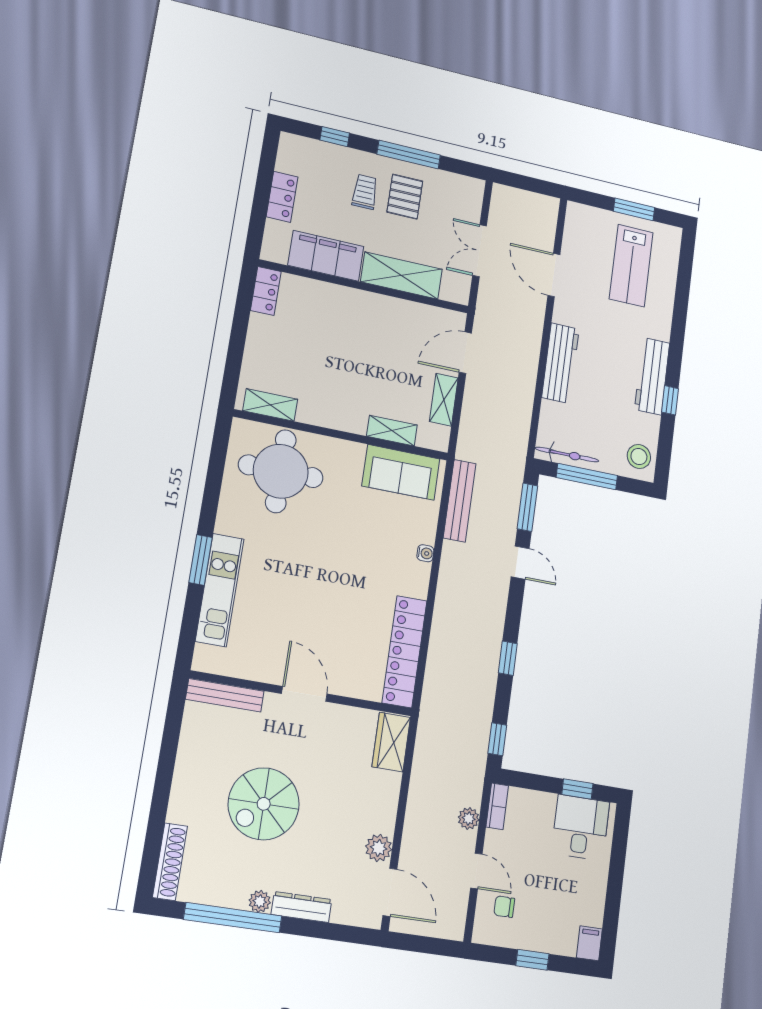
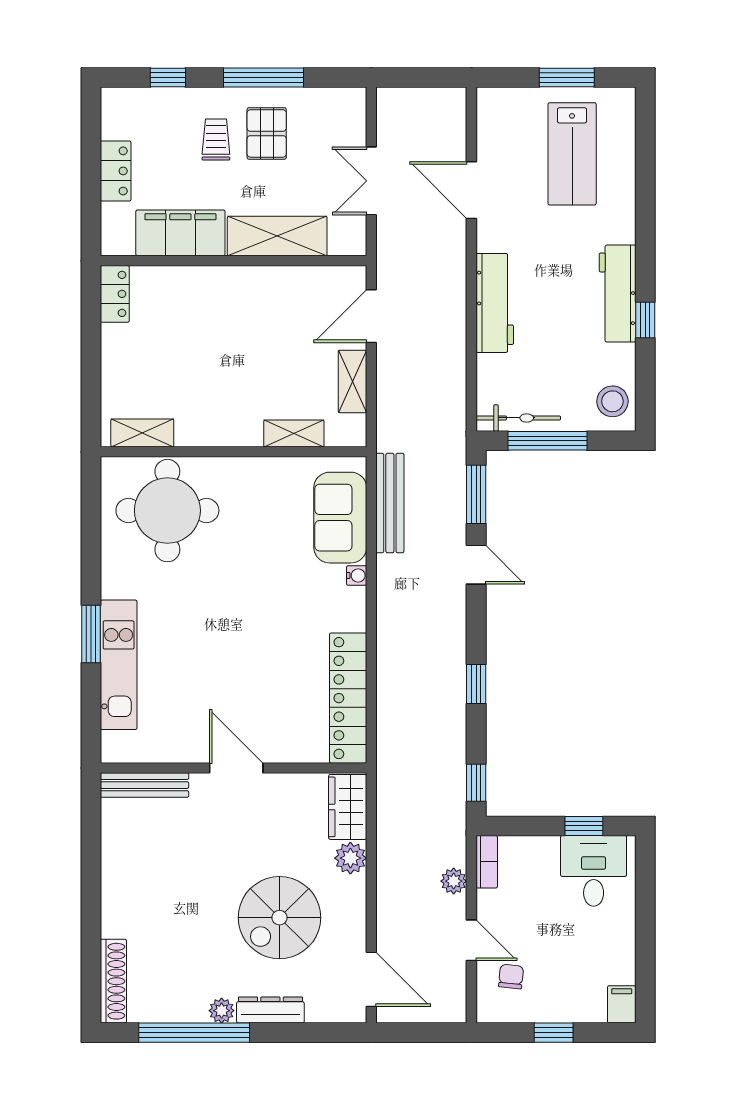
sofa: (401, 472) -> (340, 518), moved, turned 90
spiral stairs: (264, 804) -> (279, 918), moved
plant: (379, 848) -> (350, 858), moved
chair: (504, 907) -> (511, 977), turned 96

